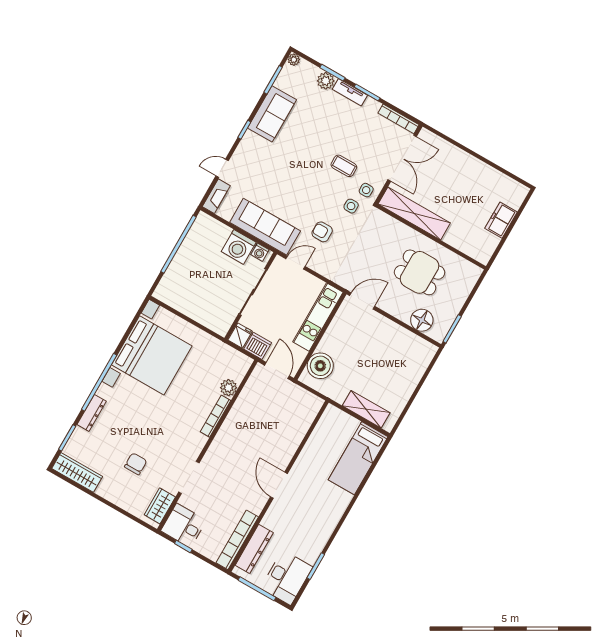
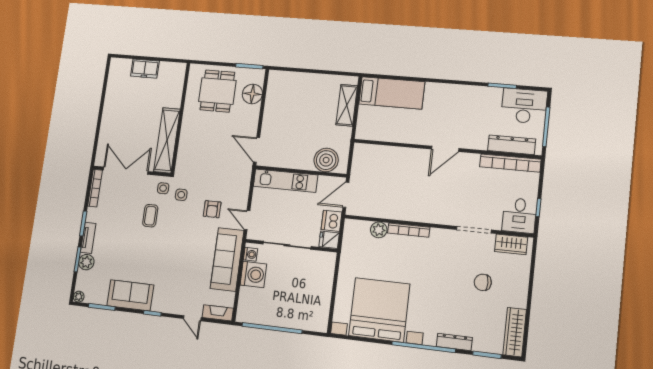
dining table: (419, 272) -> (217, 91), moved

